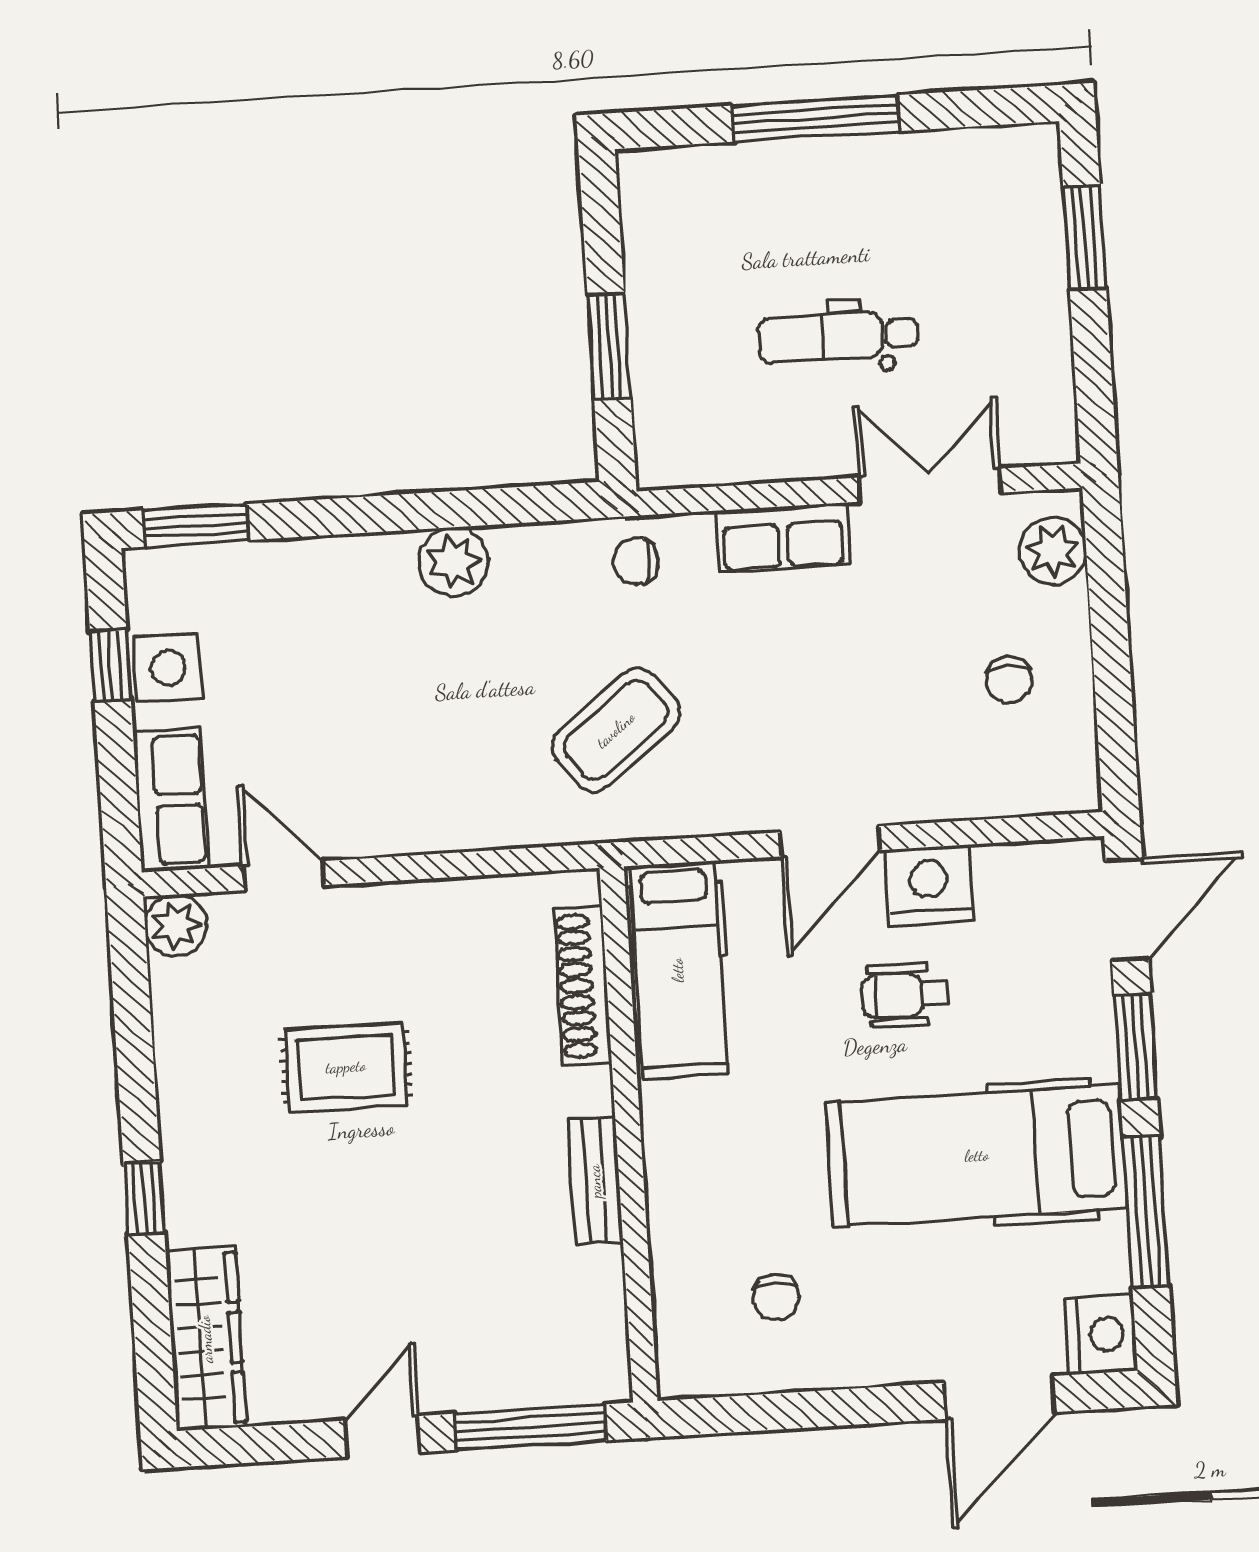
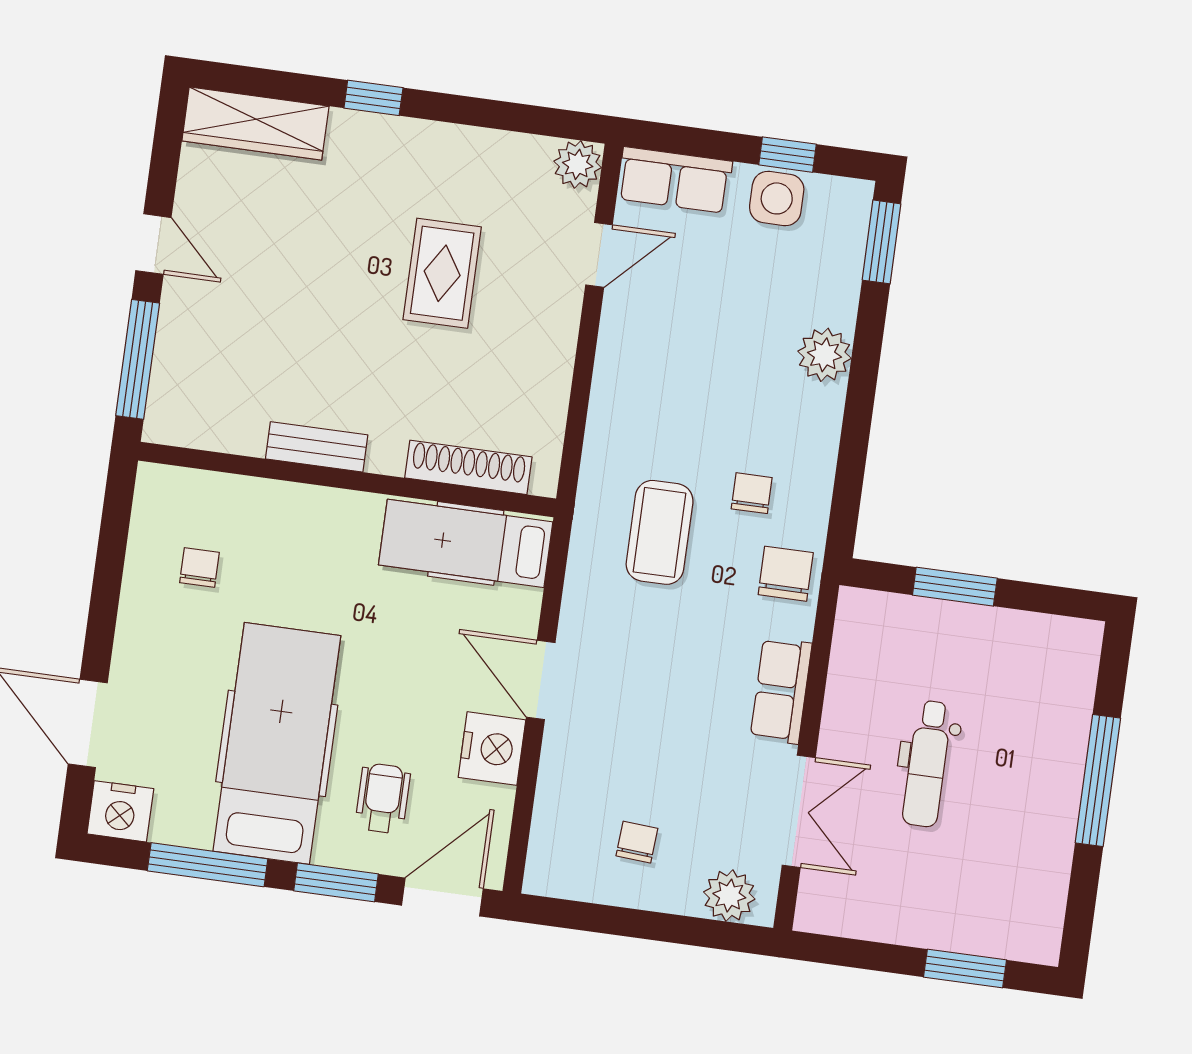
dental chair: (838, 336) -> (927, 764), turned 180
chair: (636, 561) -> (786, 574), width x1.37, depth x1.37
plant: (453, 562) -> (824, 355), moved
chair: (543, 624) -> (752, 493), added
chair: (1009, 680) -> (637, 842), turned 94
coffee table: (616, 730) -> (660, 532), turned 38
door: (1127, 910) -> (442, 897), swing flipped
wheelchair: (905, 995) -> (383, 798), moved
chair: (776, 1297) -> (199, 568), turned 90

